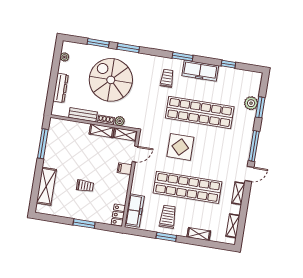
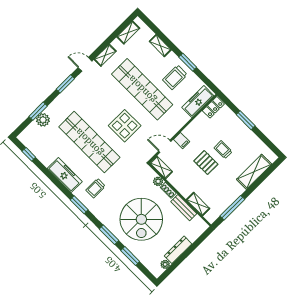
window: (183, 57) -> (79, 205), moved
window: (228, 64) -> (29, 154), moved
dresser: (61, 88) -> (178, 250), moved
shelving: (102, 131) -> (198, 204), moved
window: (254, 146) -> (65, 84), width x0.69
pallet: (92, 165) -> (206, 163), added

